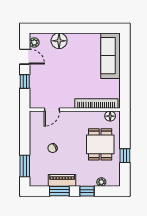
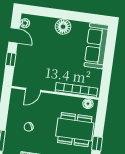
floor lamp: (59, 41) -> (63, 27), moved
dining table: (100, 144) -> (75, 130), width x1.38

